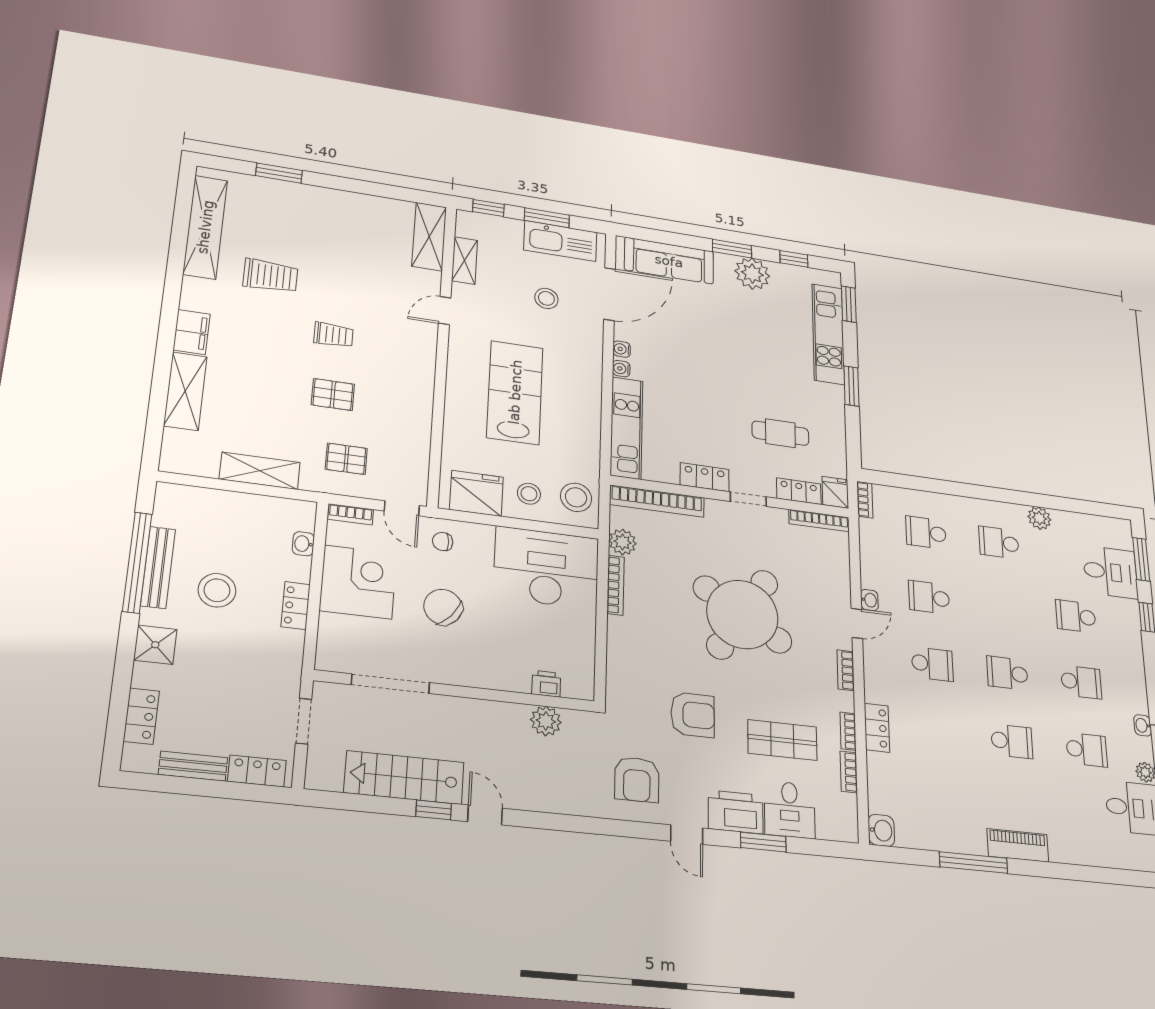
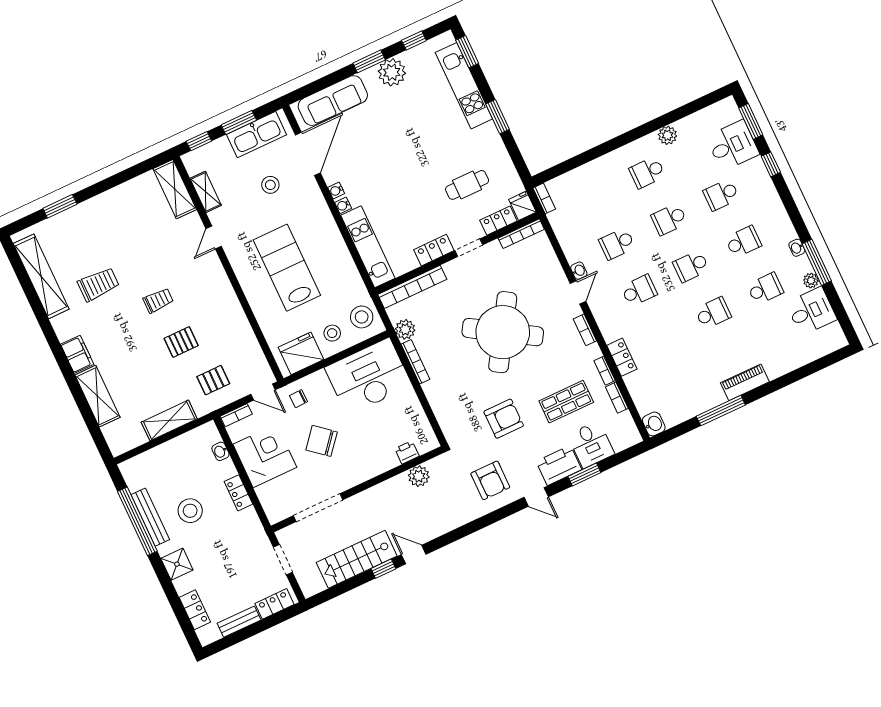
school desk: (926, 533) -> (669, 219), moved

